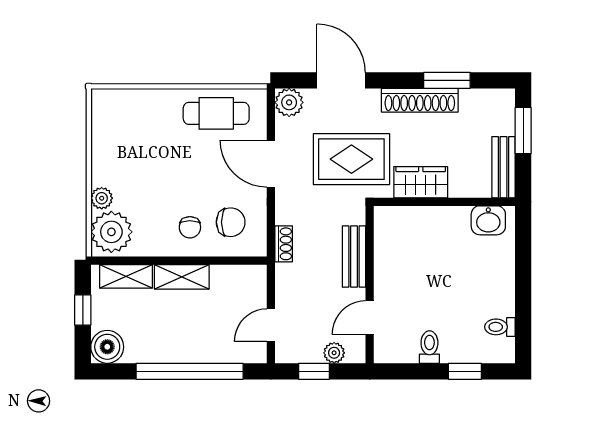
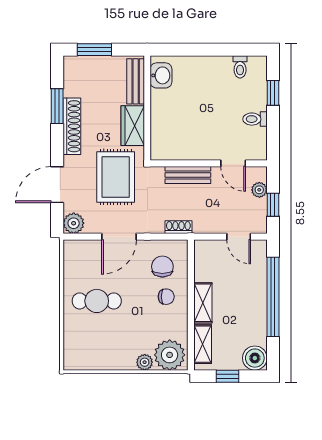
cafe table: (216, 113) -> (97, 301), moved, turned 90
bench: (504, 167) -> (136, 81), moved, turned 90

